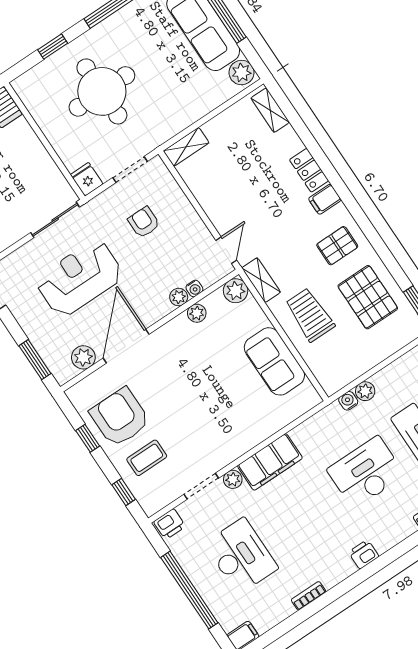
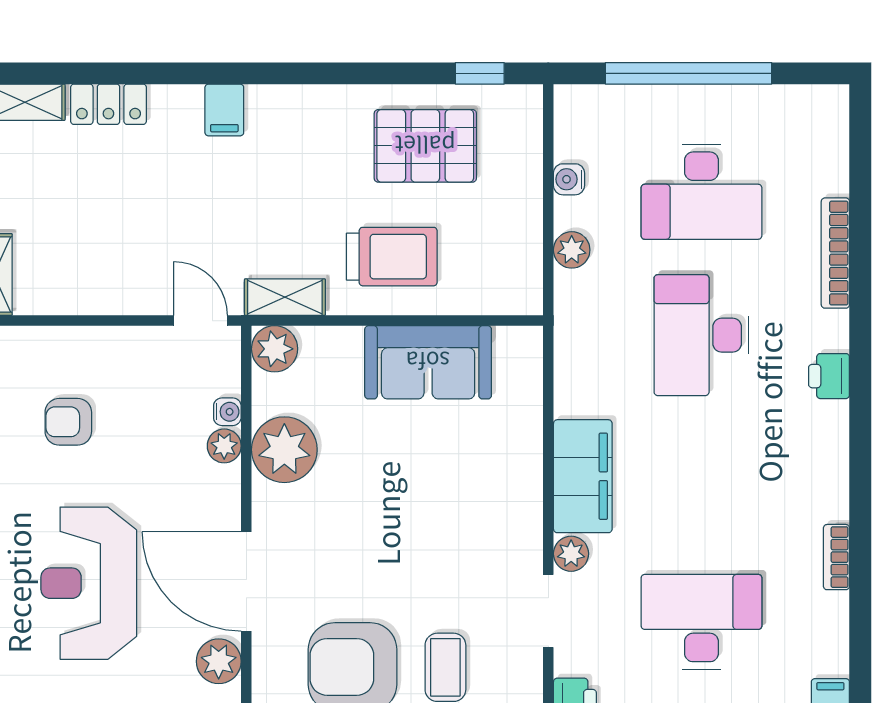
locker: (309, 170) -> (108, 104), moved
pallet: (337, 246) -> (311, 140), removed
plant: (197, 313) -> (284, 450), width x1.87, depth x1.87
trolley: (310, 315) -> (392, 257), turned 180
water cooler: (348, 401) -> (569, 179), moved
printer: (364, 554) -> (829, 376), moved

